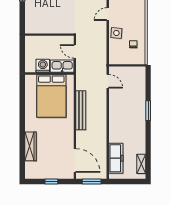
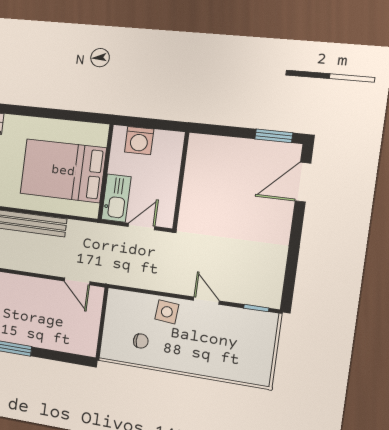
washing machine: (43, 66) -> (139, 141), moved, turned 90
door: (108, 81) -> (77, 281), hinge flipped

